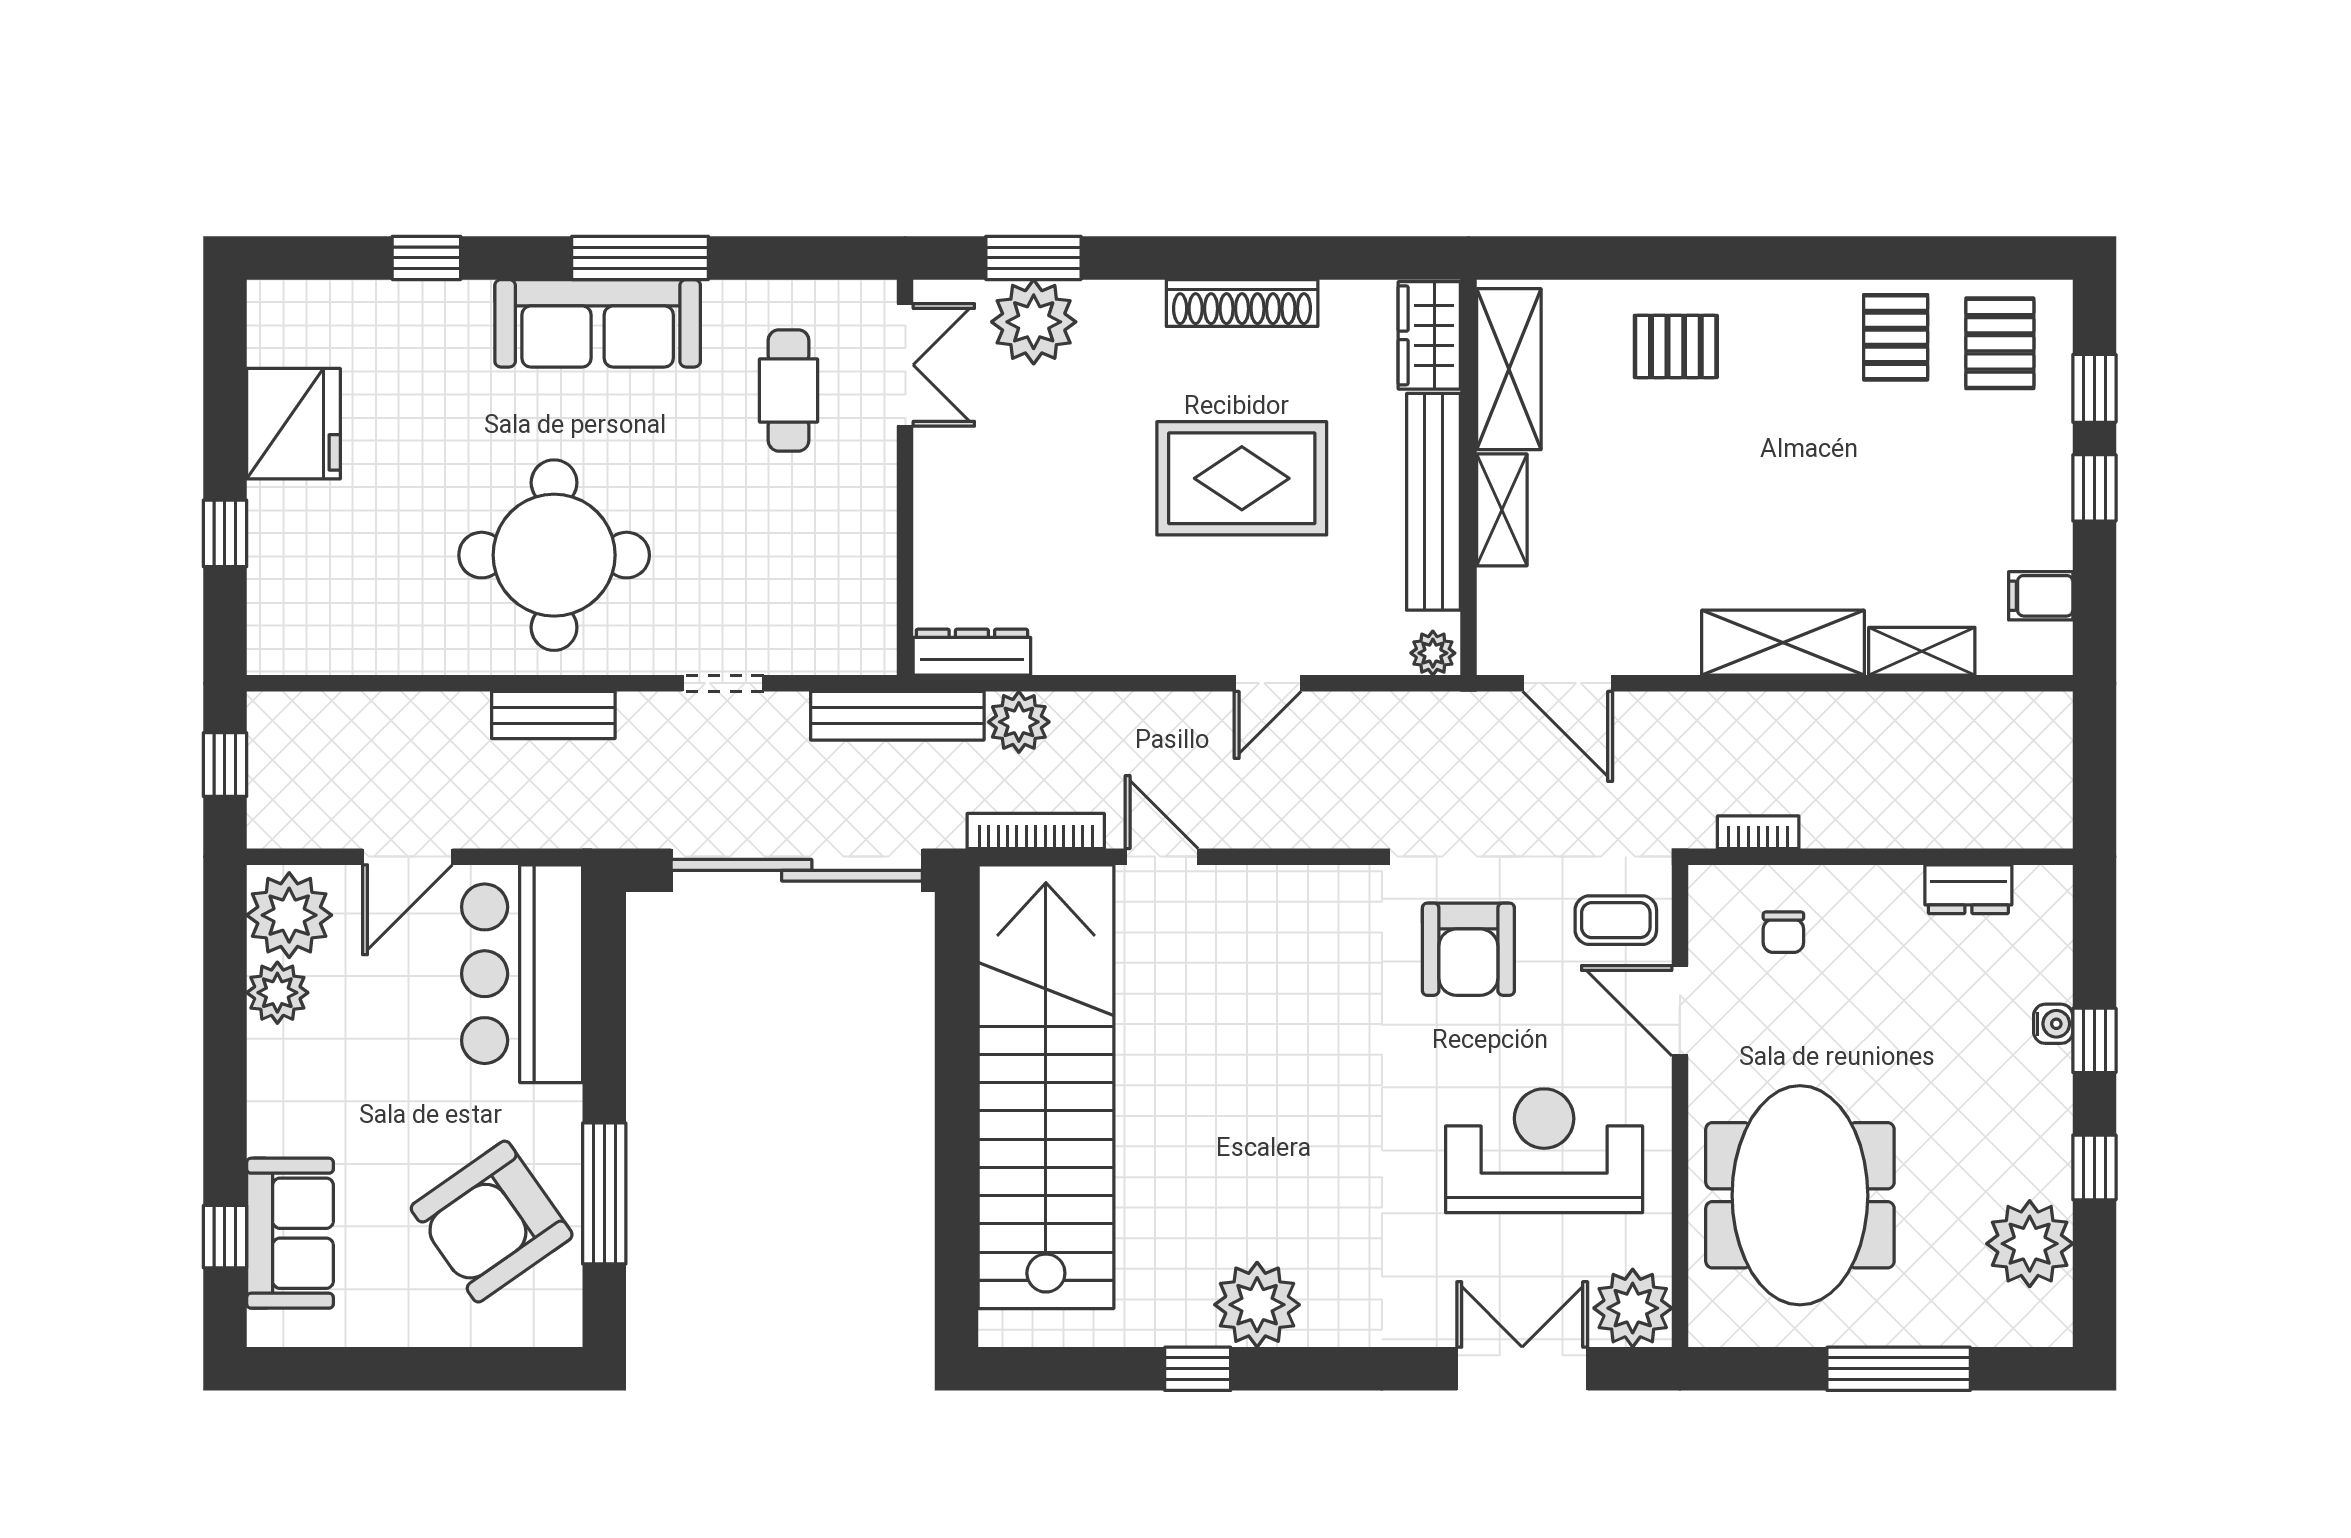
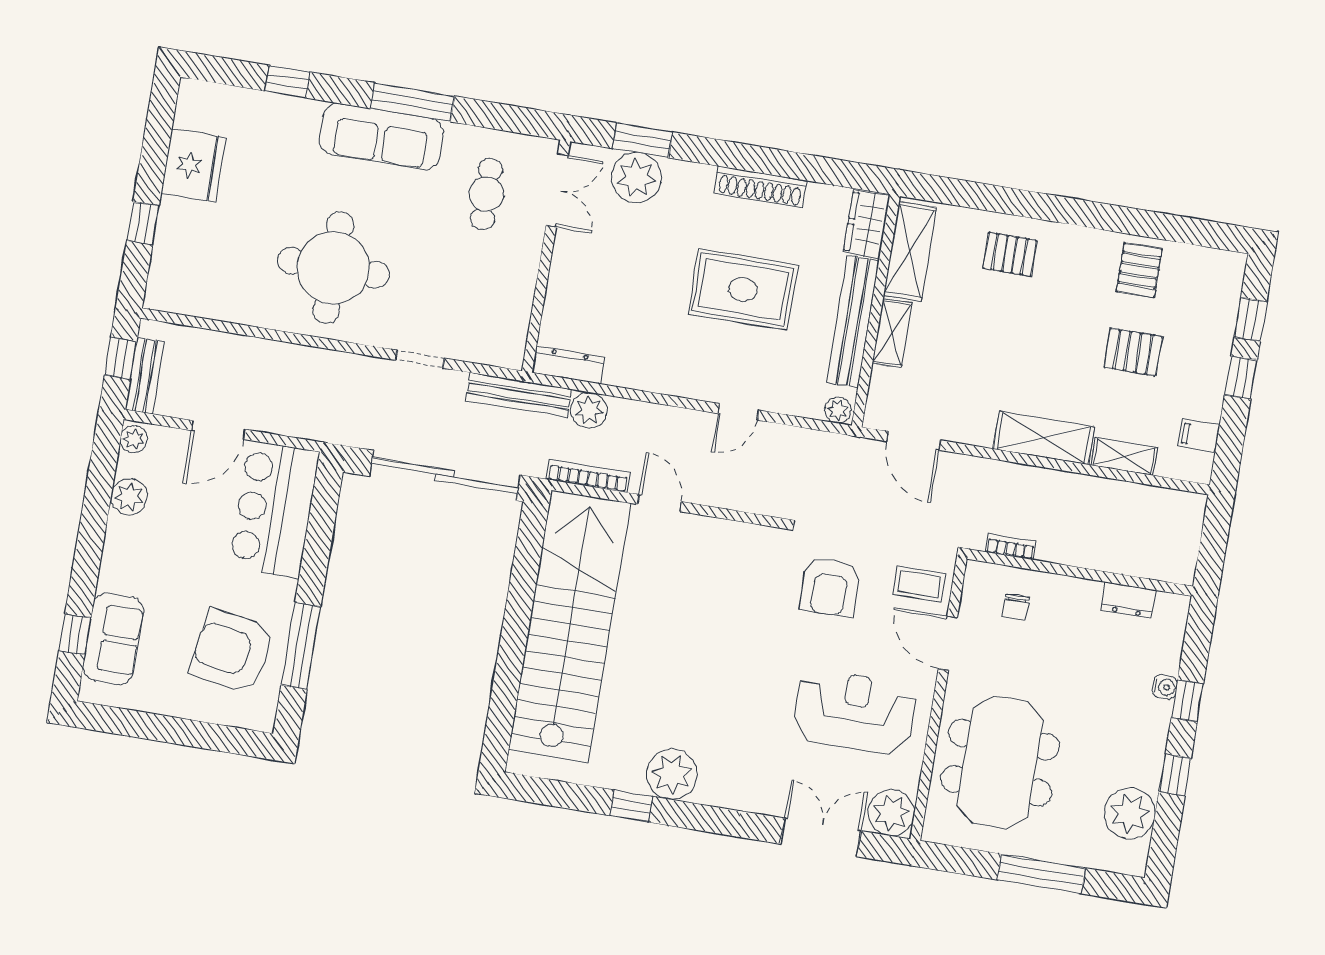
pallet: (2000, 343) -> (1133, 352), moved, turned 90
bench: (553, 715) -> (145, 376), moved, turned 90
plant: (289, 915) -> (134, 439), width x0.53, depth x0.53
armchair: (492, 1222) -> (232, 651), turned 44

